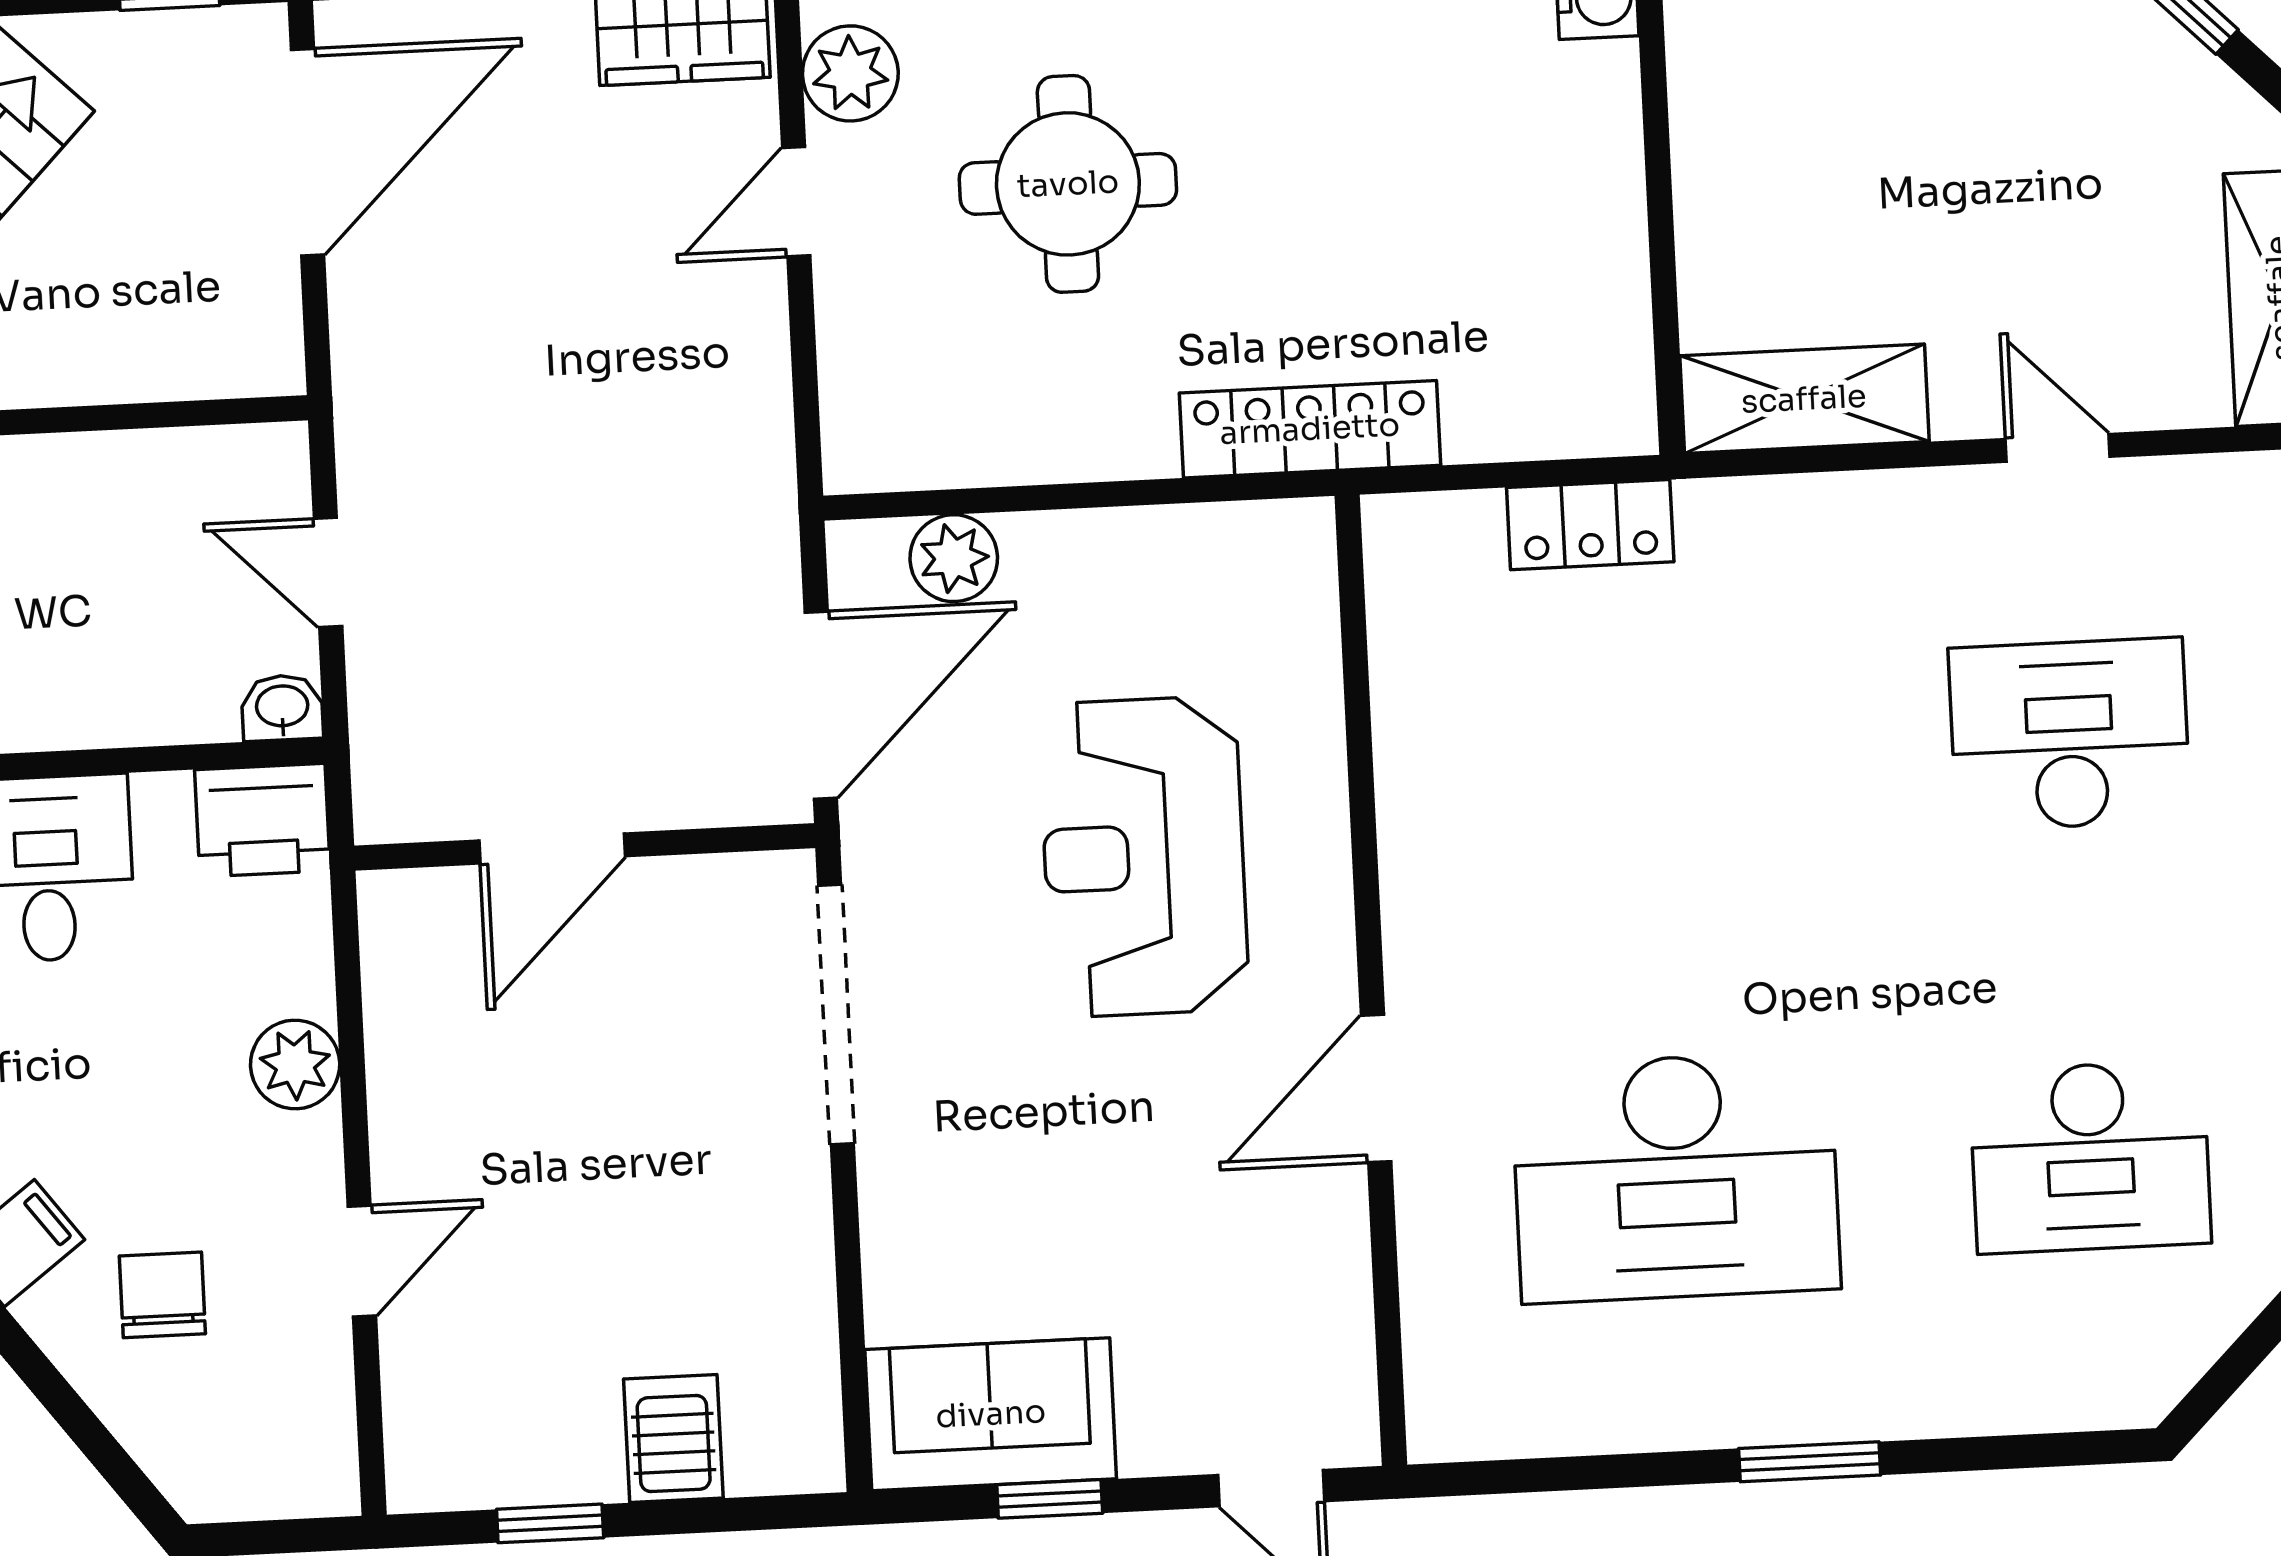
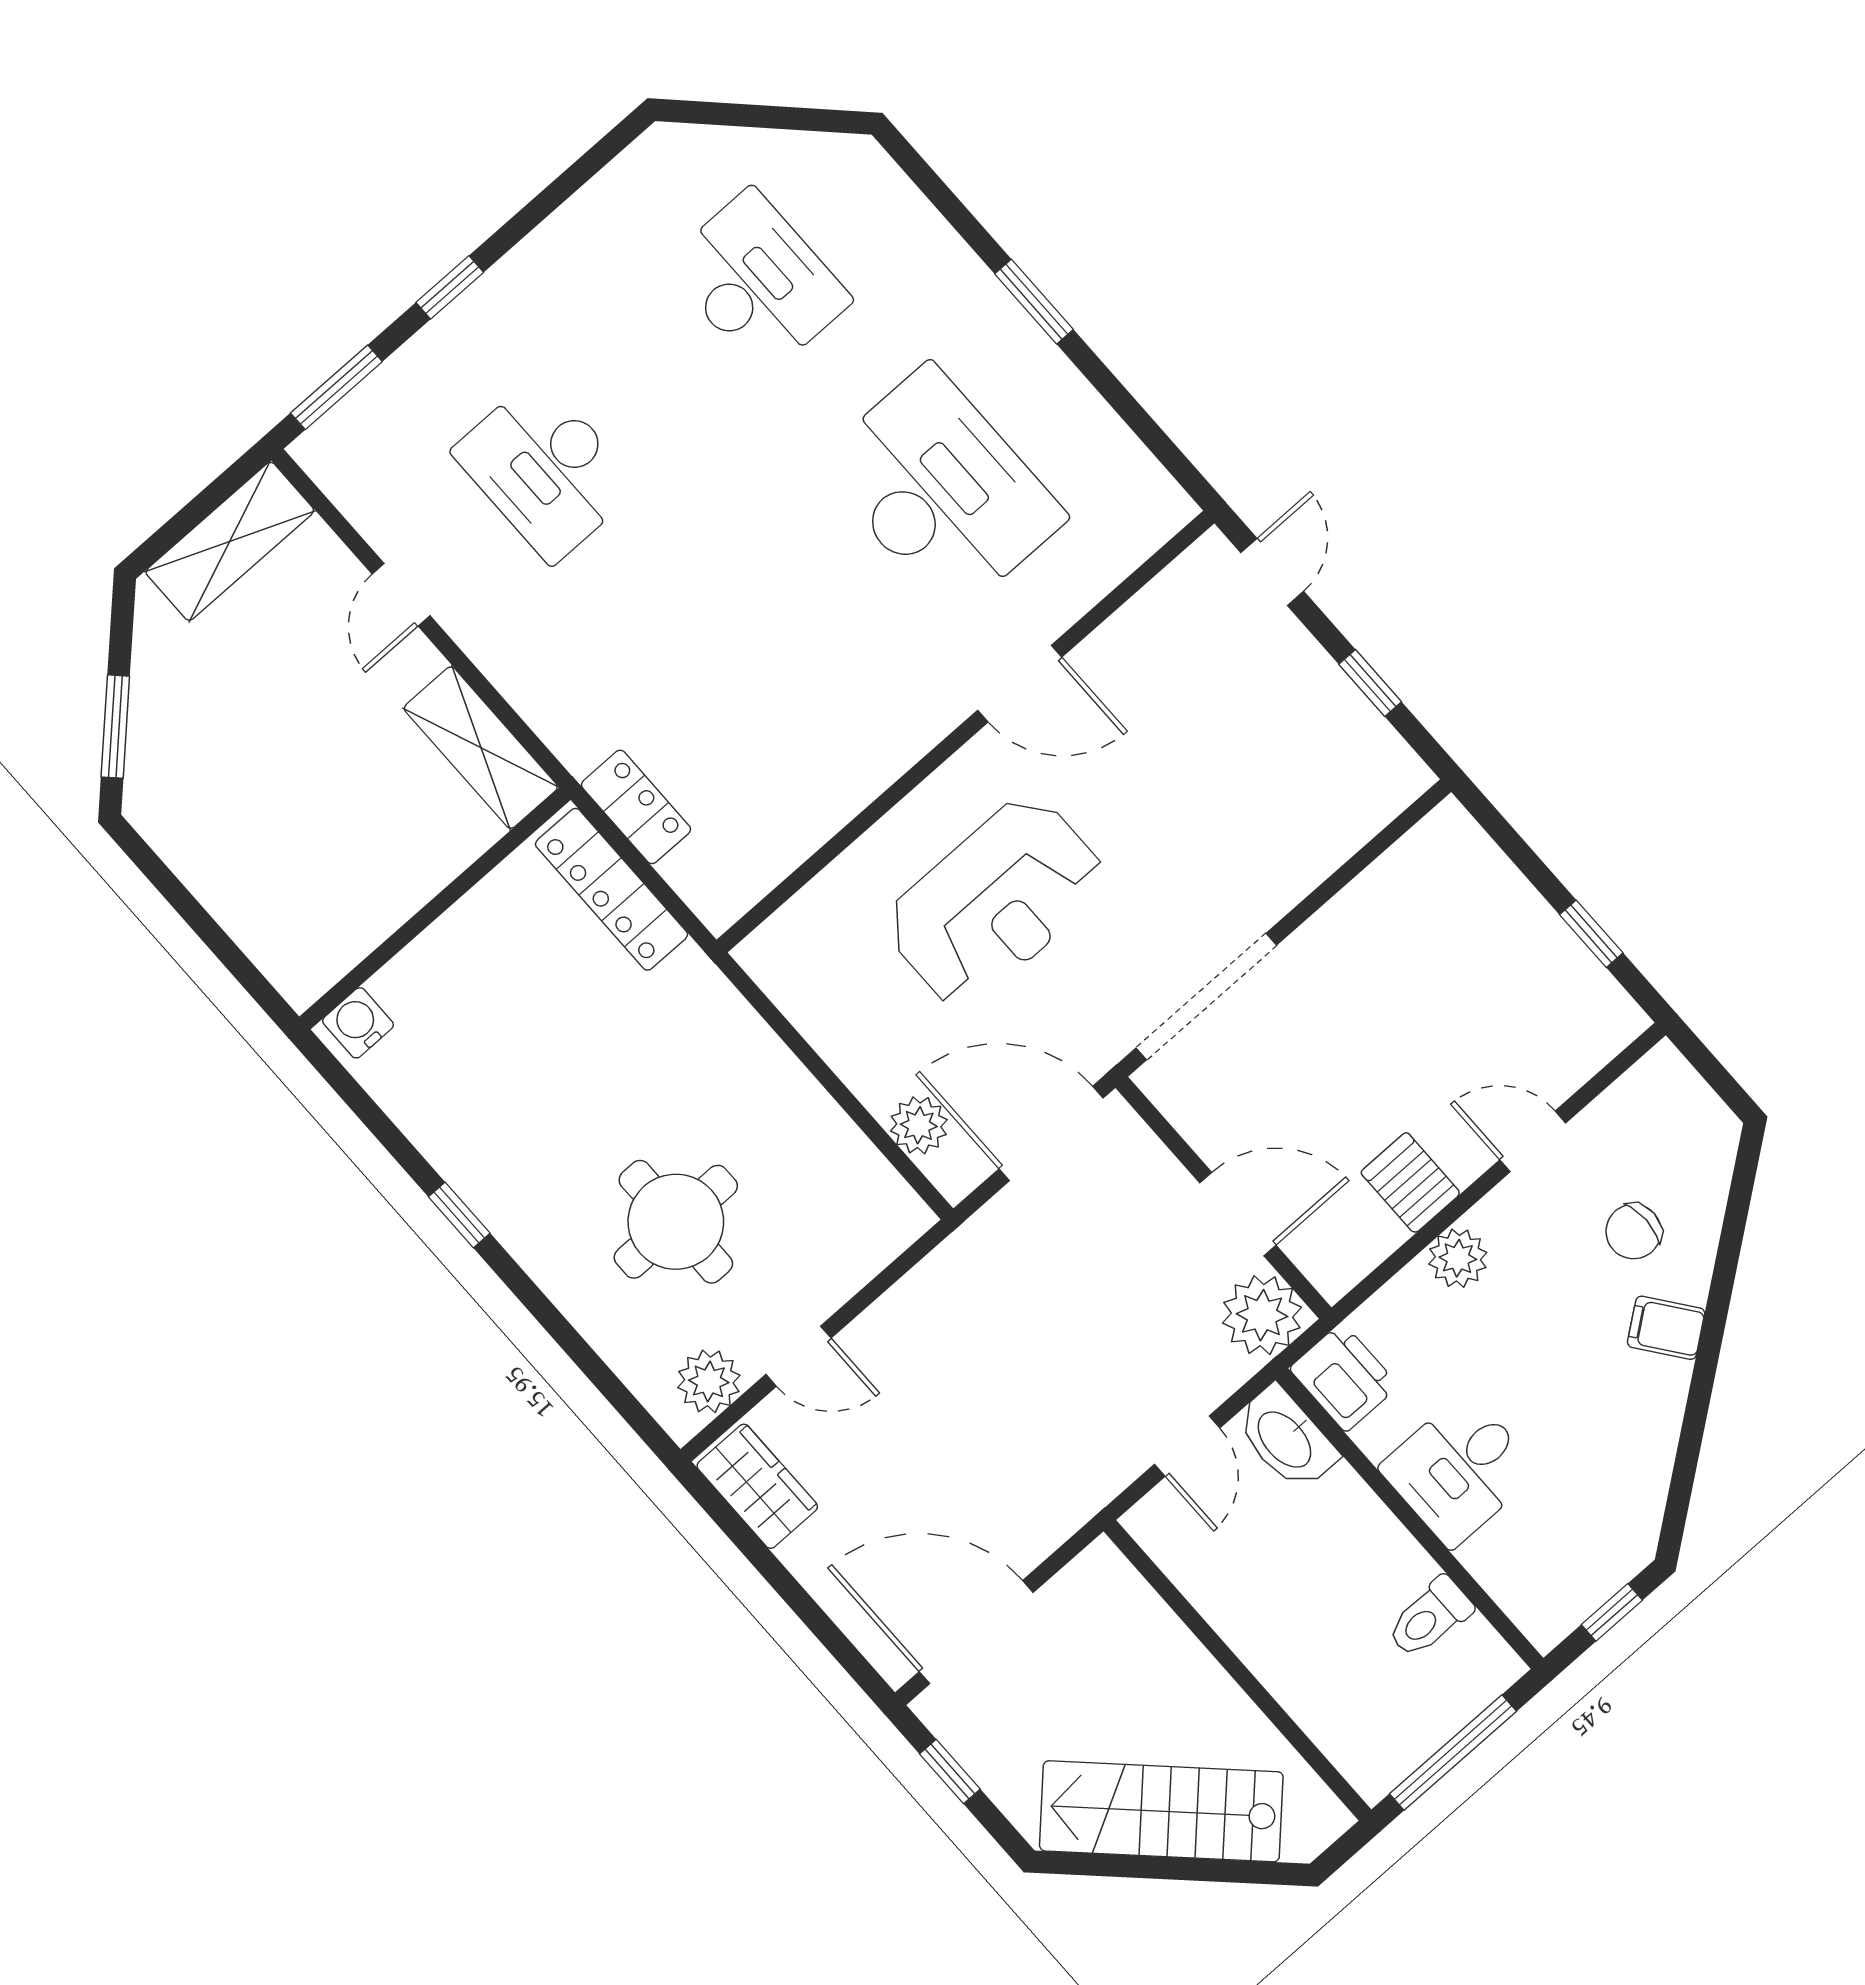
locker: (1310, 429) -> (611, 889), moved
washbasin: (282, 708) -> (1286, 1438), width x1.91, depth x1.45
plant: (411, 782) -> (1262, 1315), added
sofa: (991, 1414) -> (1351, 749), removed
server rack: (673, 1439) -> (1411, 1183), moved, turned 90

